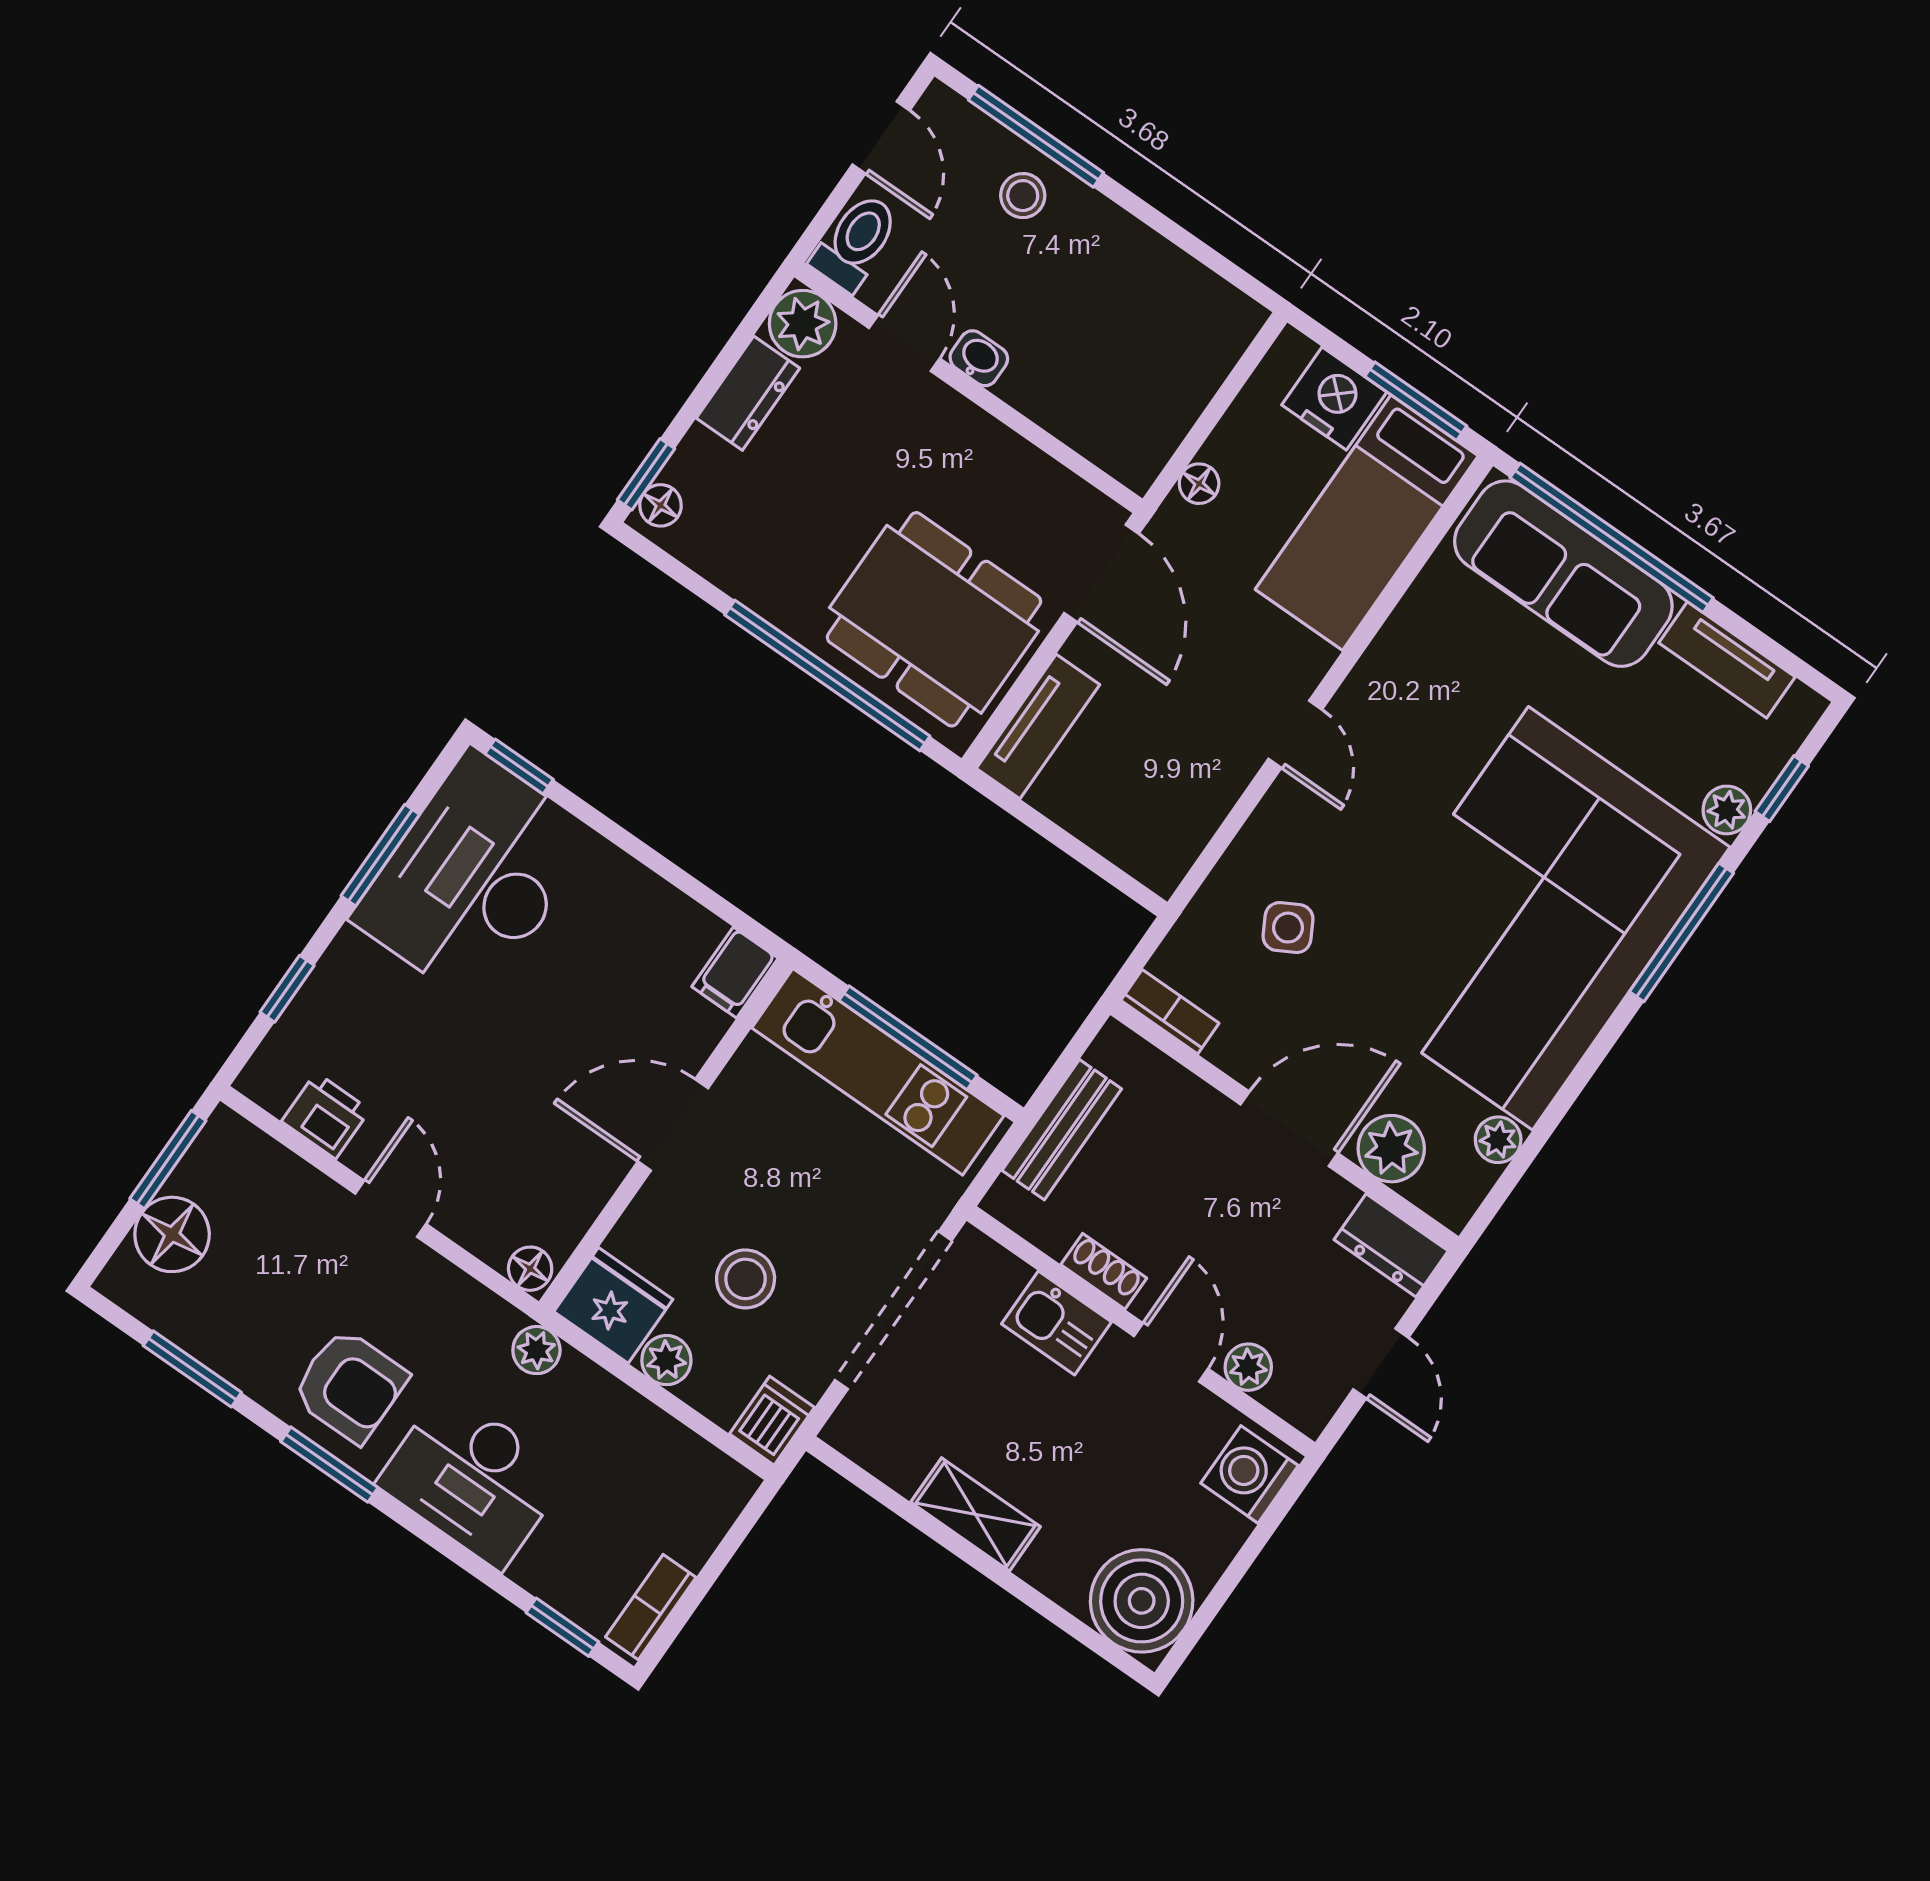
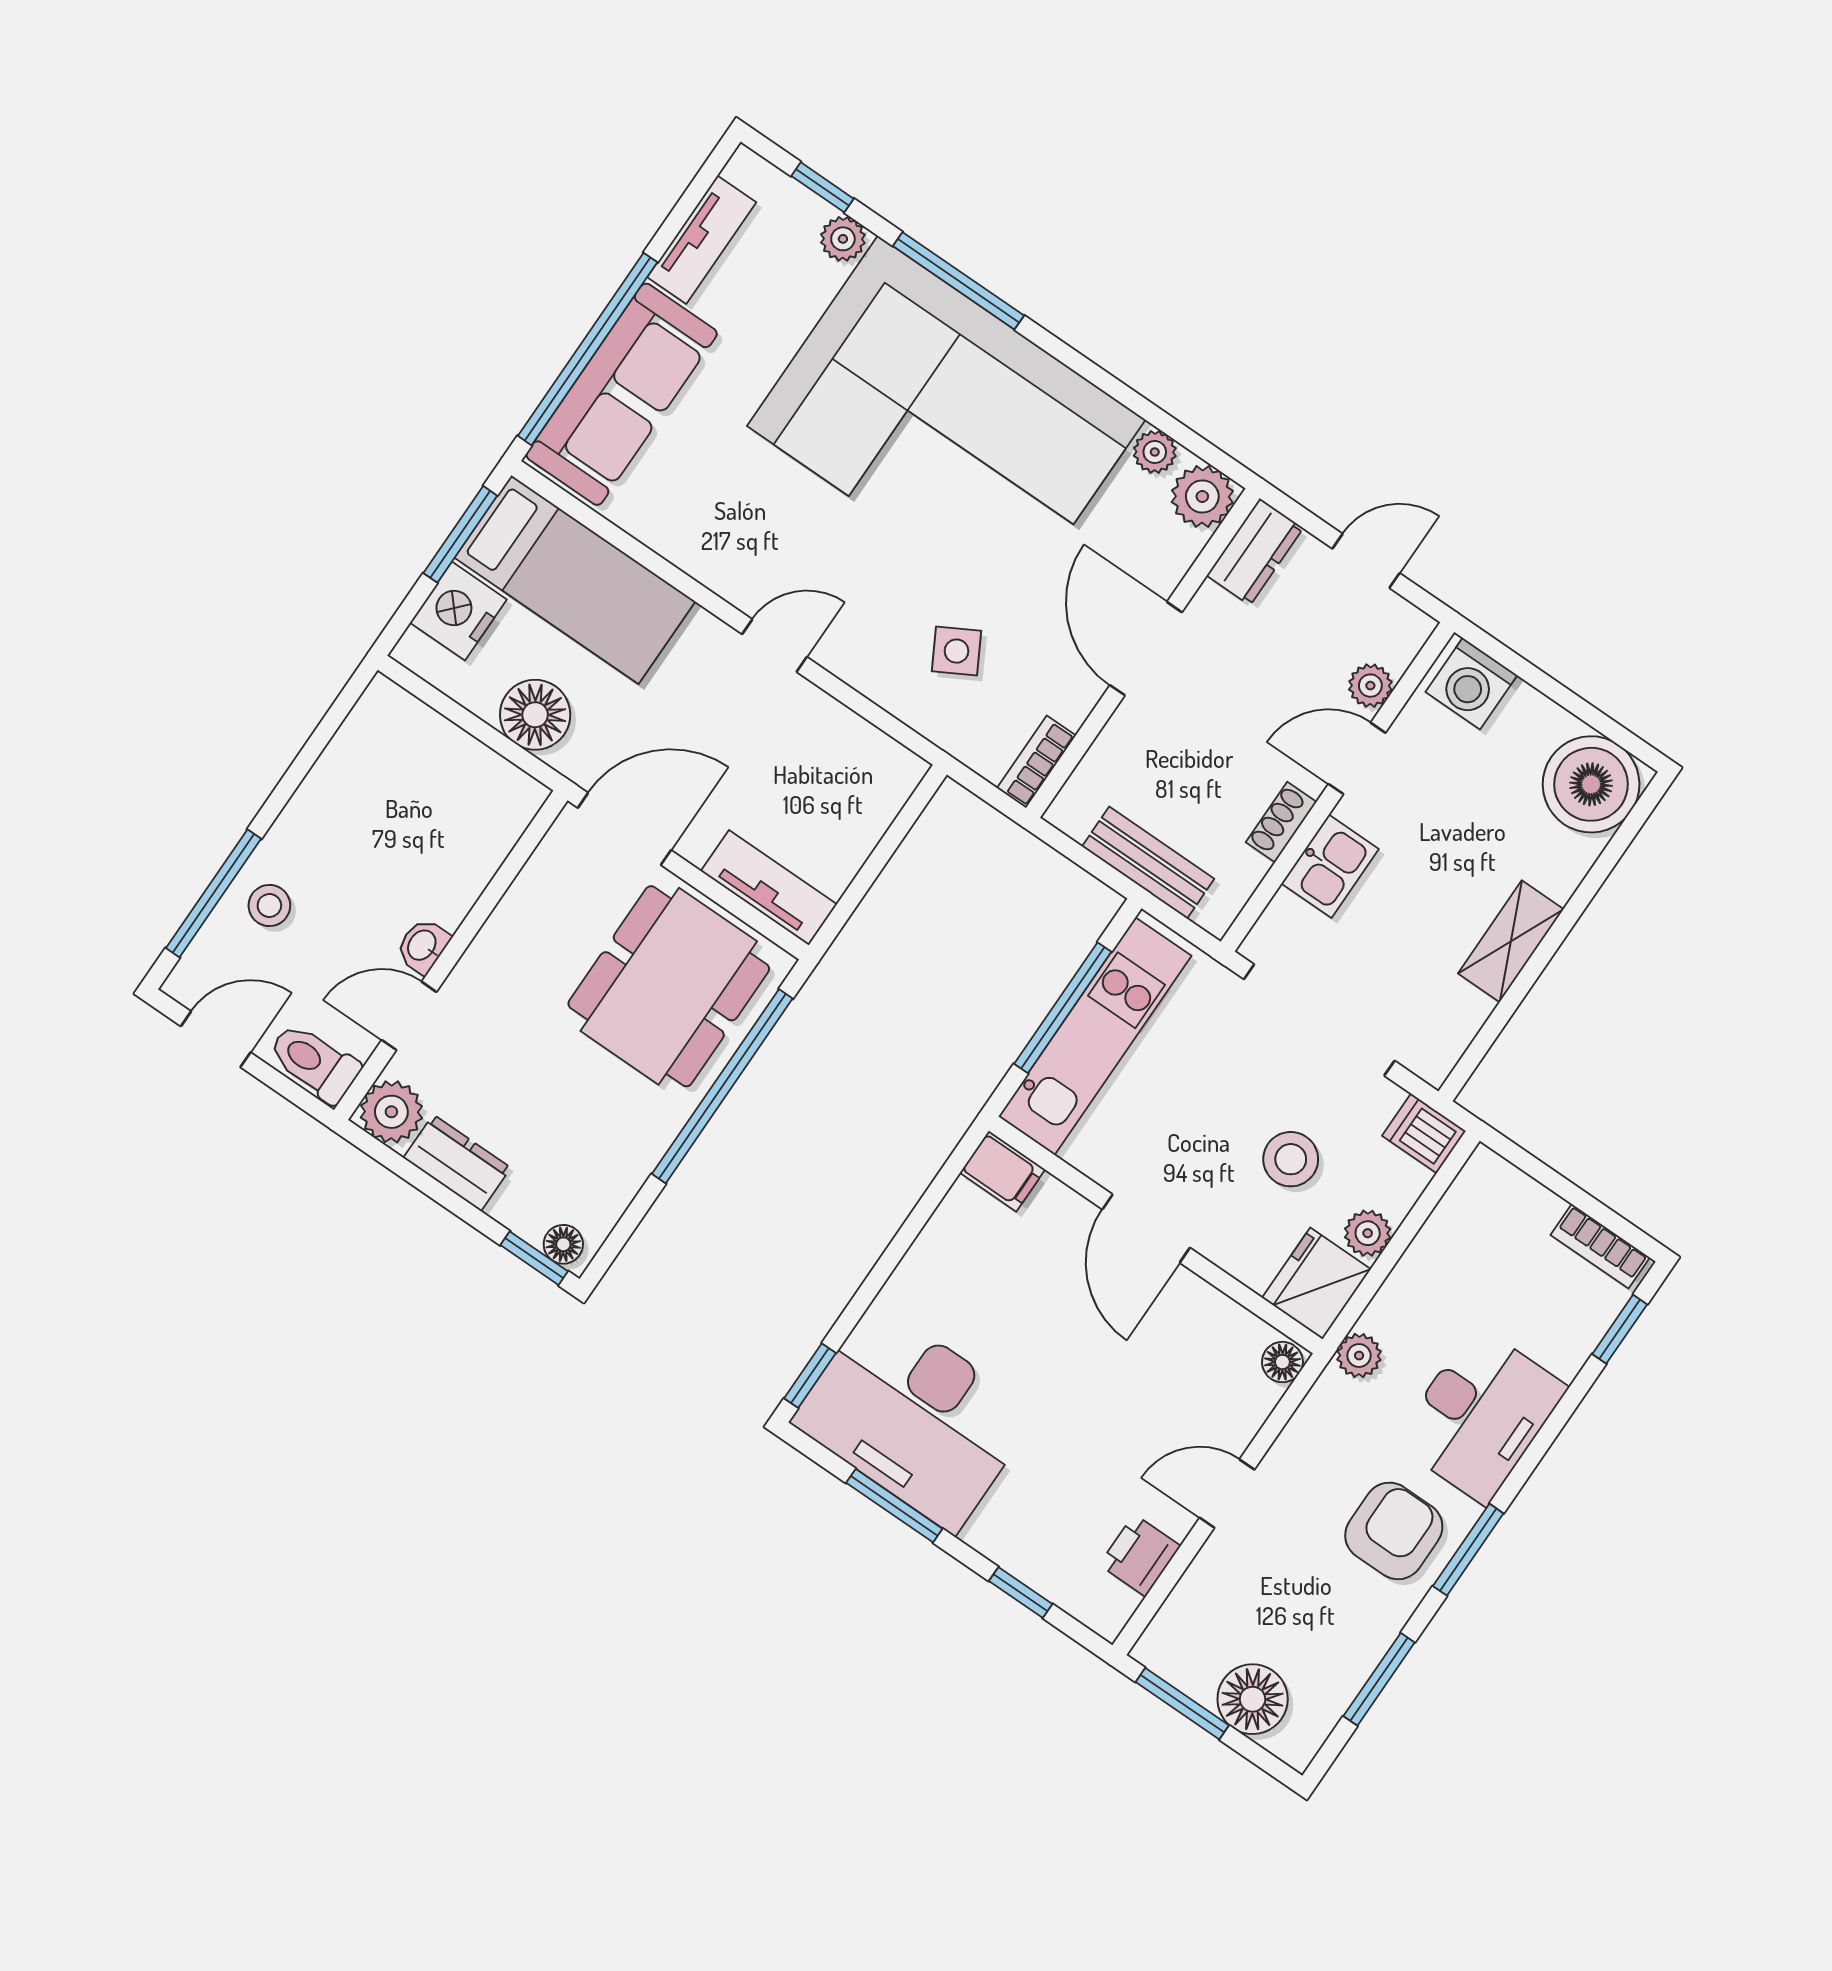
floor lamp: (1199, 484) -> (535, 715), width x1.89, depth x1.89
plant: (1391, 1149) -> (1202, 497), moved

